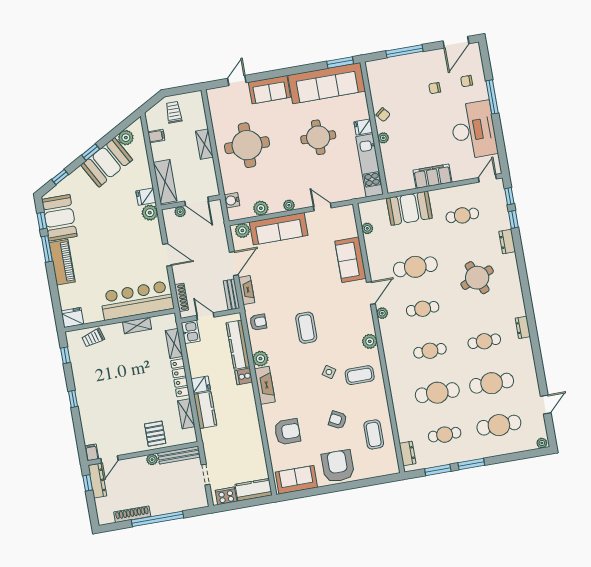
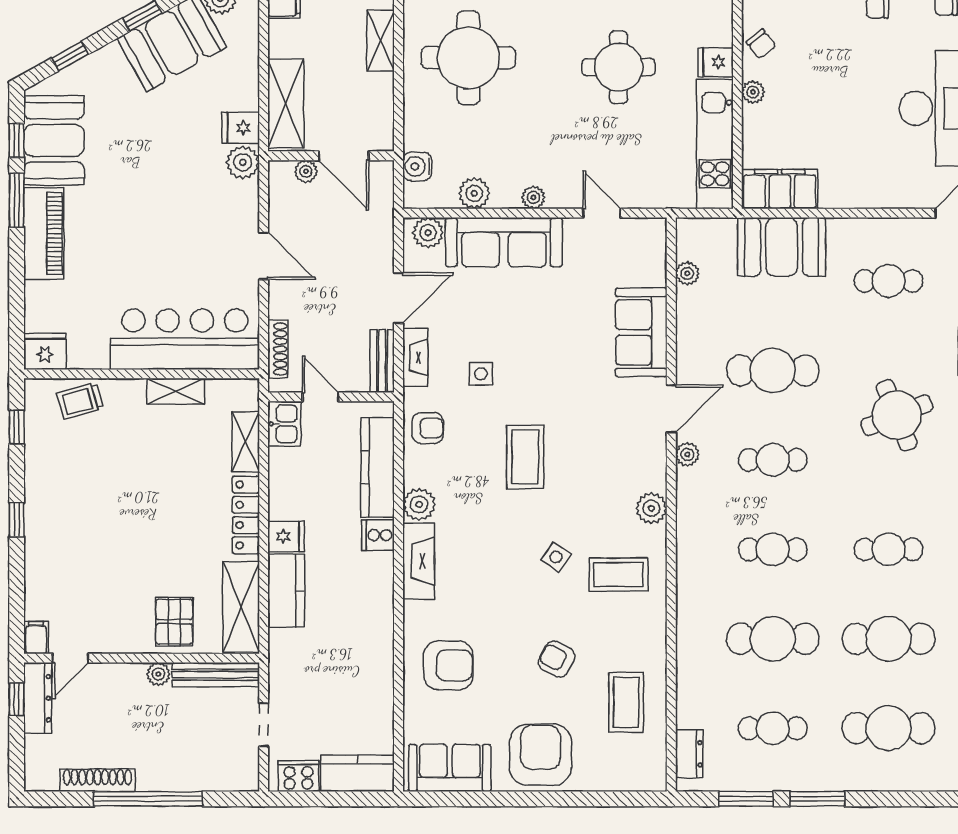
filing cabinet: (433, 176) -> (780, 189), moved
side table: (279, 292) -> (481, 374), added
shelving: (186, 414) -> (241, 607), width x1.50, depth x1.33

